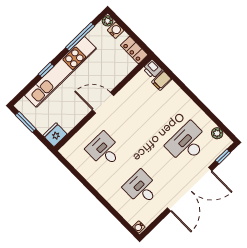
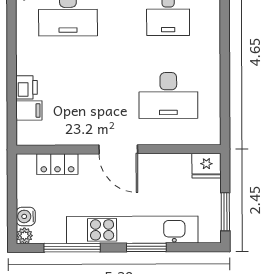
locker: (134, 50) -> (57, 164), moved, turned 90
printer: (152, 69) -> (27, 87), moved
window: (46, 70) -> (146, 247), width x1.50
desk: (104, 150) -> (168, 95), width x1.37

